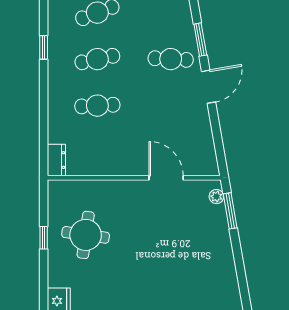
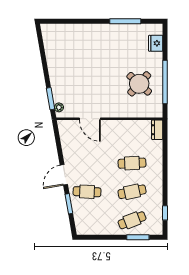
window: (44, 47) -> (165, 213), moved
round table: (86, 235) -> (139, 84), turned 34
window: (44, 238) -> (165, 82), width x3.17

